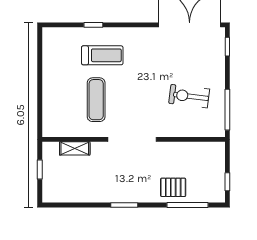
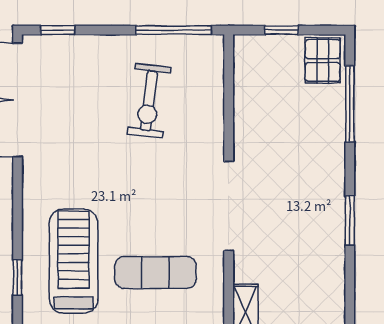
treadmill: (102, 55) -> (73, 261), width x1.37, depth x1.38
window: (227, 182) -> (282, 30), moved
pallet: (173, 187) -> (323, 61), moved

